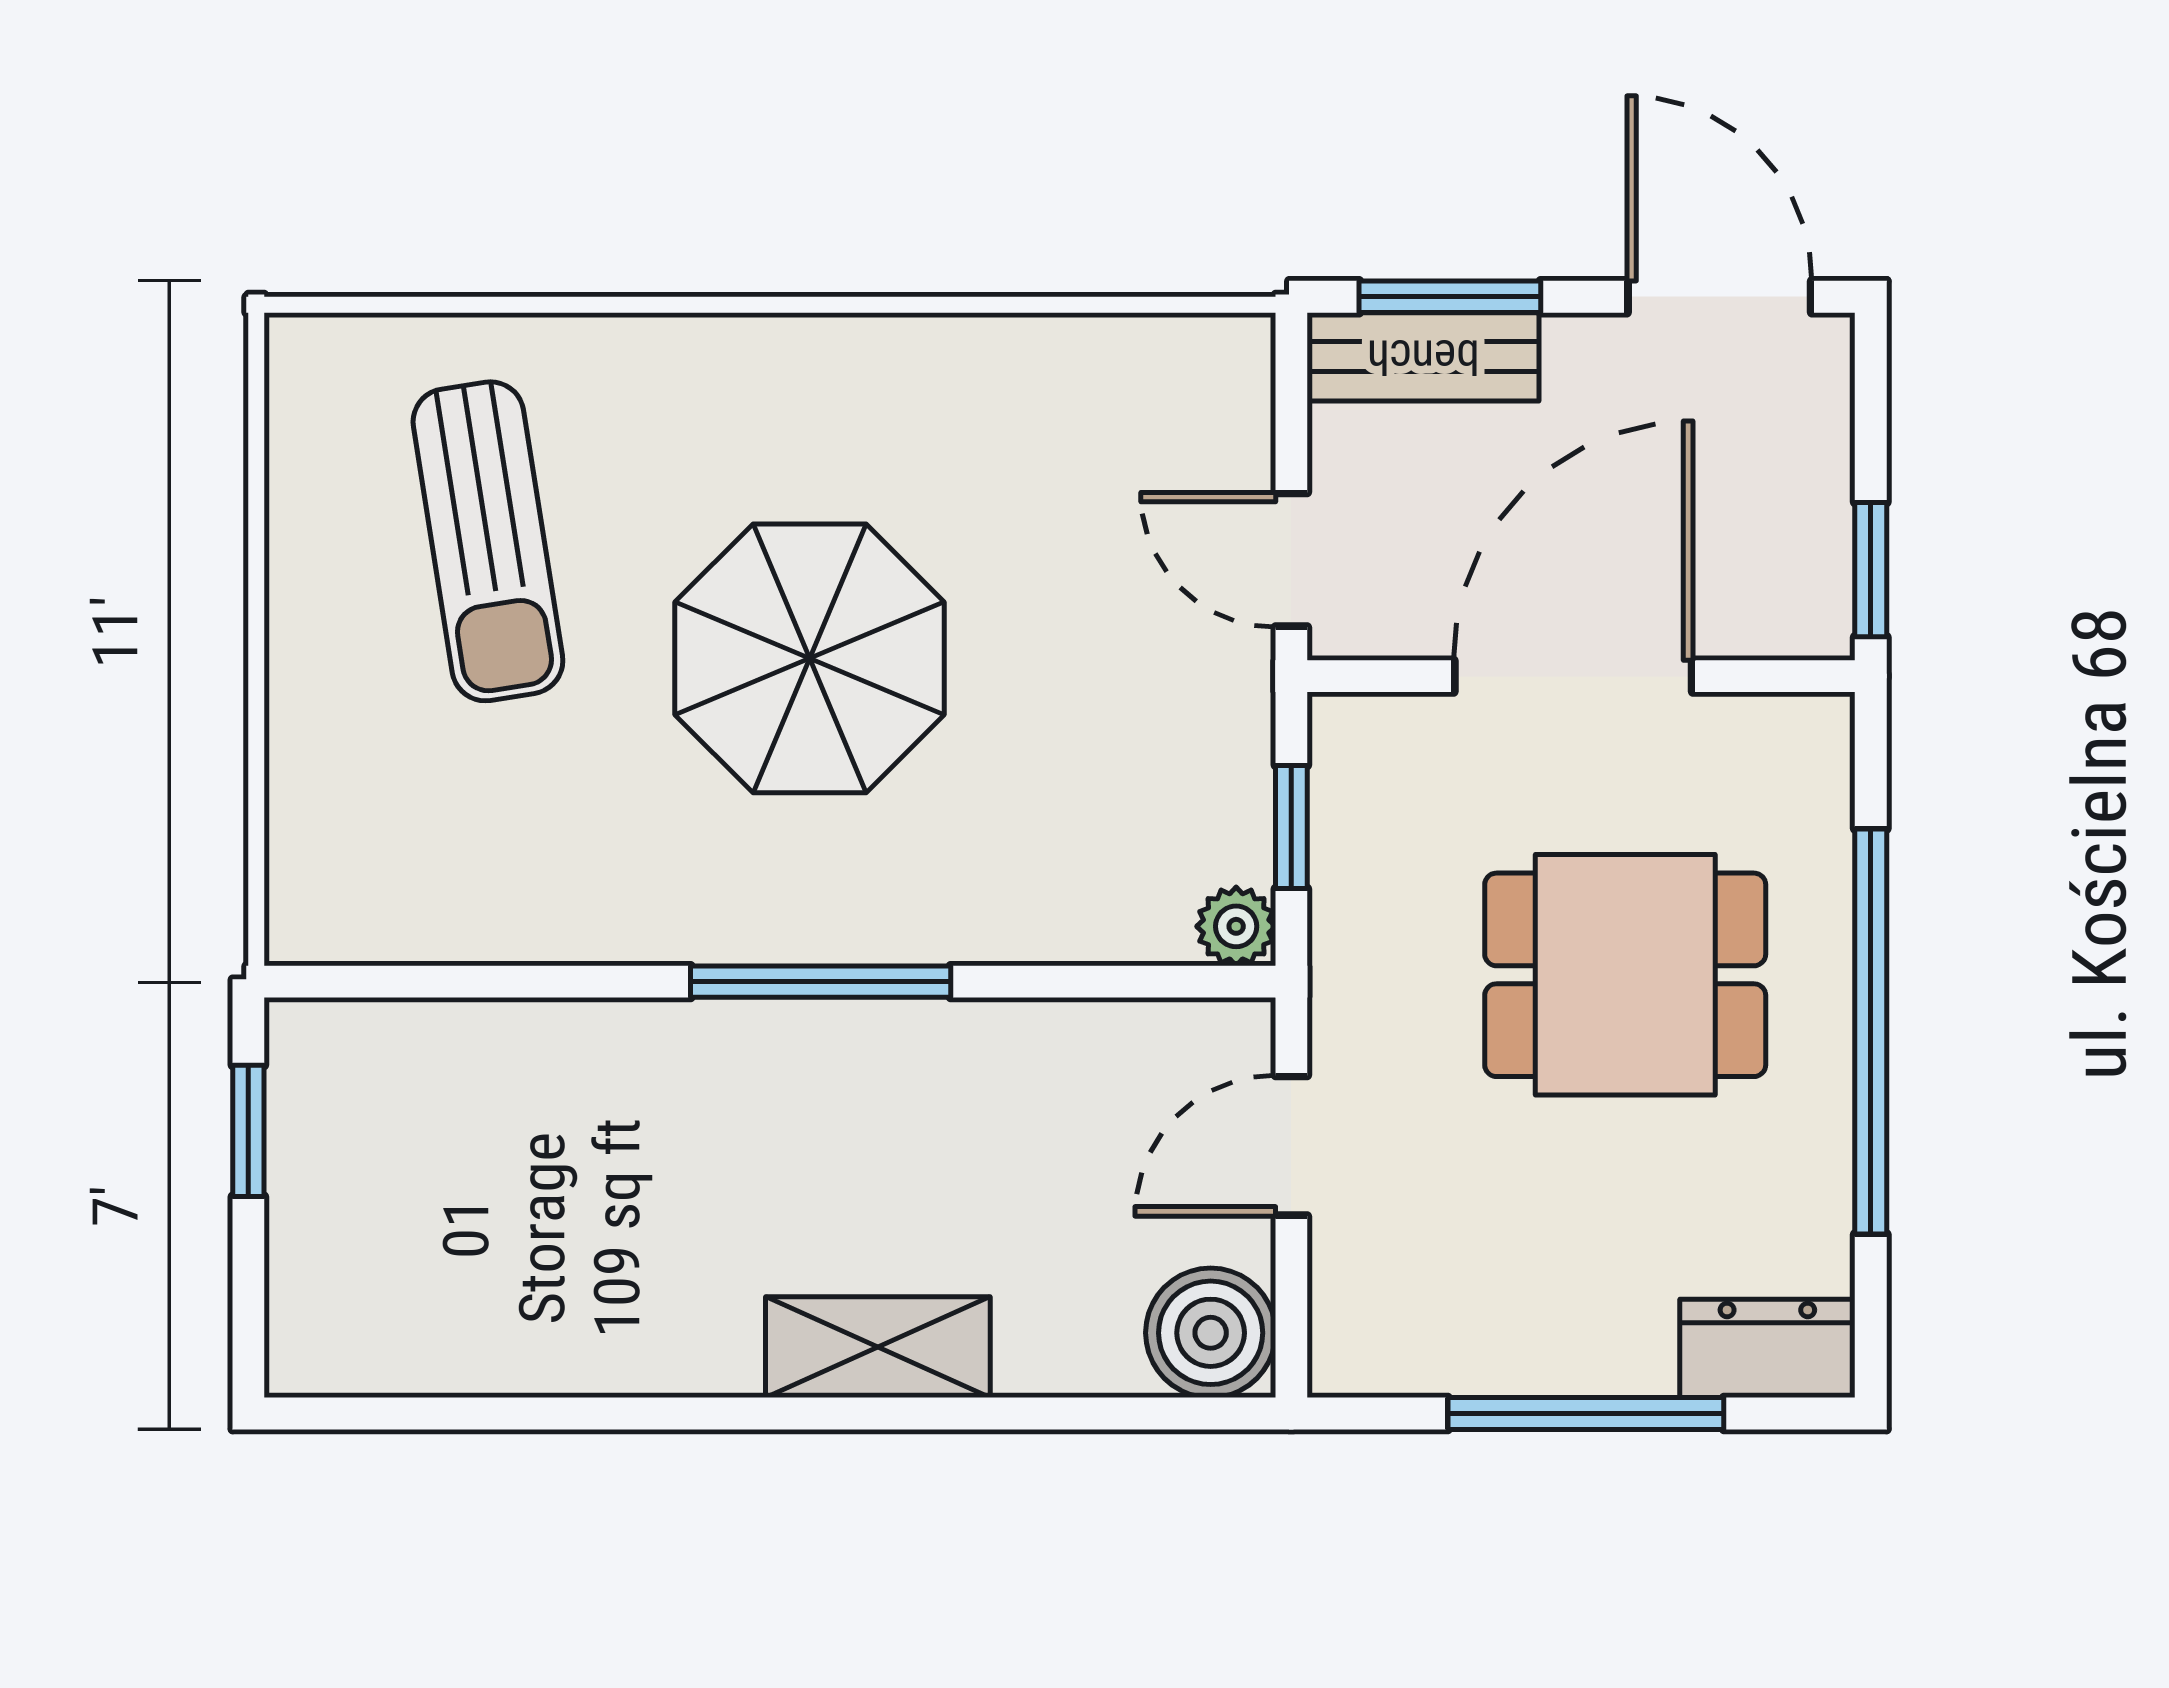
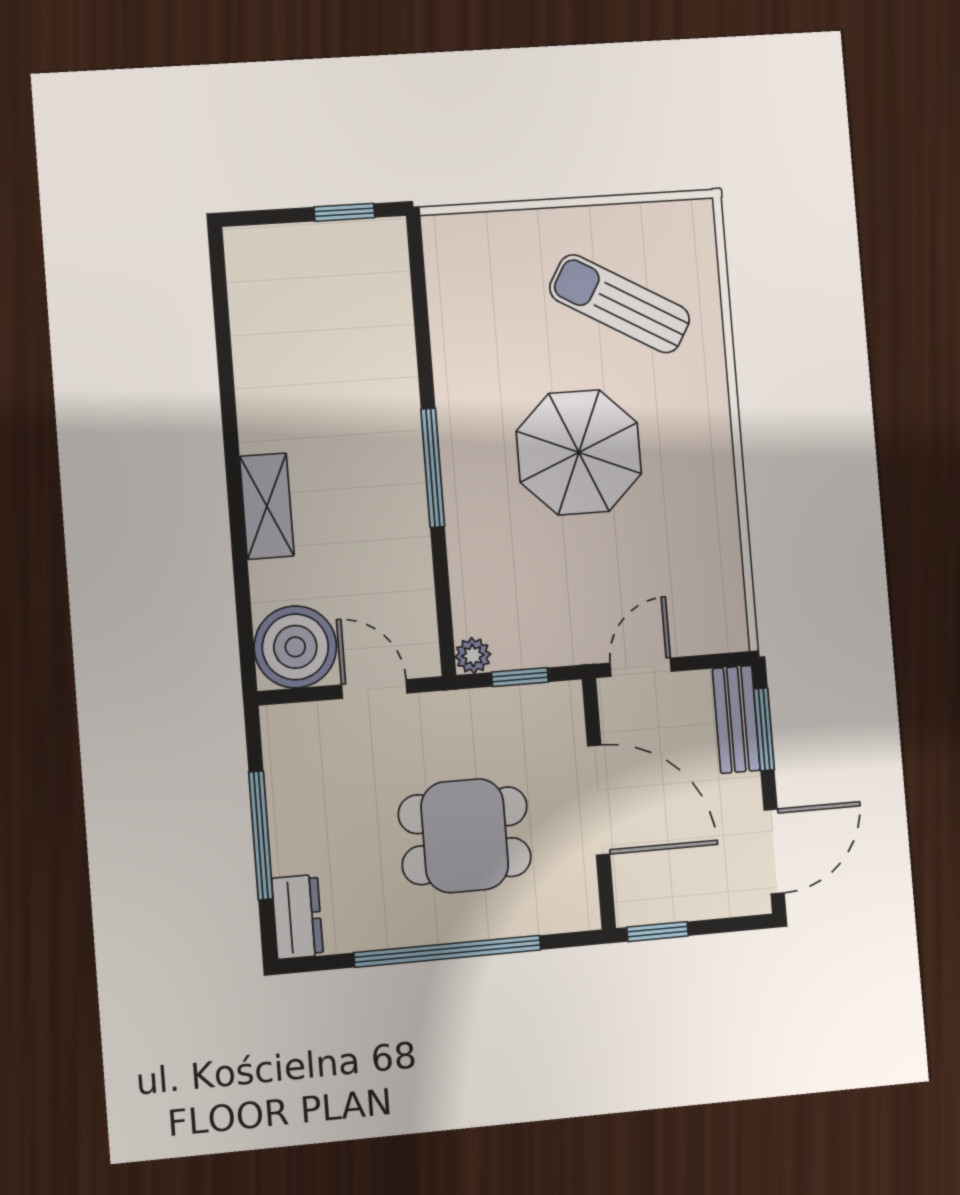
sun lounger: (488, 541) -> (620, 304), turned 39
dining table: (1625, 975) -> (465, 836), turned 90
boiler: (1211, 1333) -> (295, 647), width x1.37, depth x1.37

